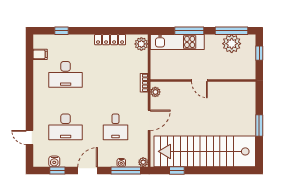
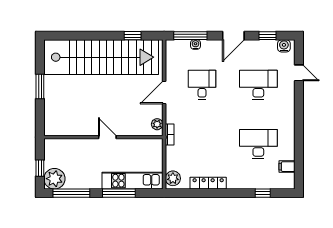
plant: (232, 44) -> (54, 179), moved
water cooler: (54, 161) -> (284, 46), moved
plant: (143, 162) -> (171, 45), removed

